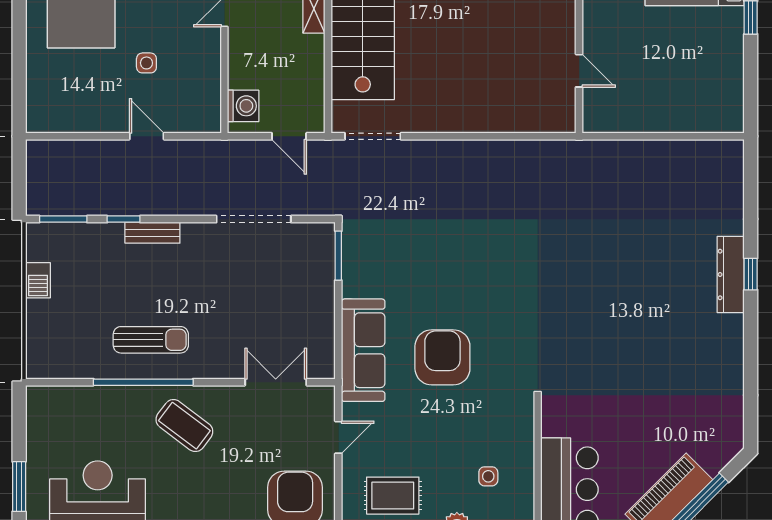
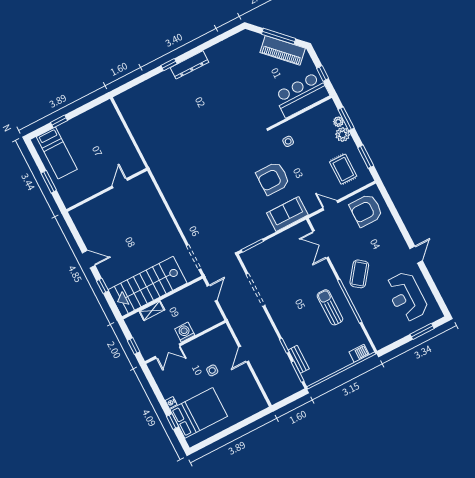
washing machine: (243, 106) -> (185, 332), moved
bench: (152, 233) -> (299, 359), moved
dresser: (731, 274) -> (190, 65), moved
barbecue: (38, 280) -> (359, 353), moved
sofa: (363, 350) -> (287, 214), width x0.73
side table: (488, 476) -> (288, 141), moved

